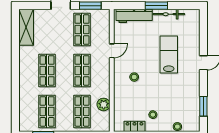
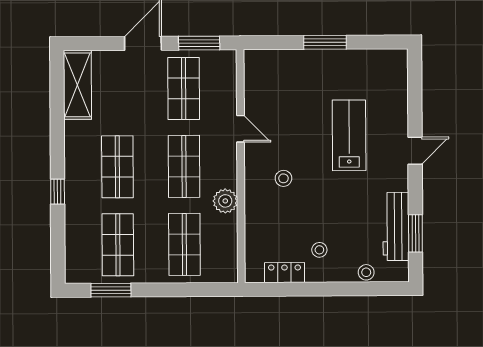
bicycle: (169, 14) -> (349, 58), removed
workbench: (134, 16) -> (396, 226), moved, turned 90
door: (112, 51) -> (241, 129), hinge flipped
window: (15, 83) -> (58, 192), added
plant: (104, 104) -> (225, 201), moved

